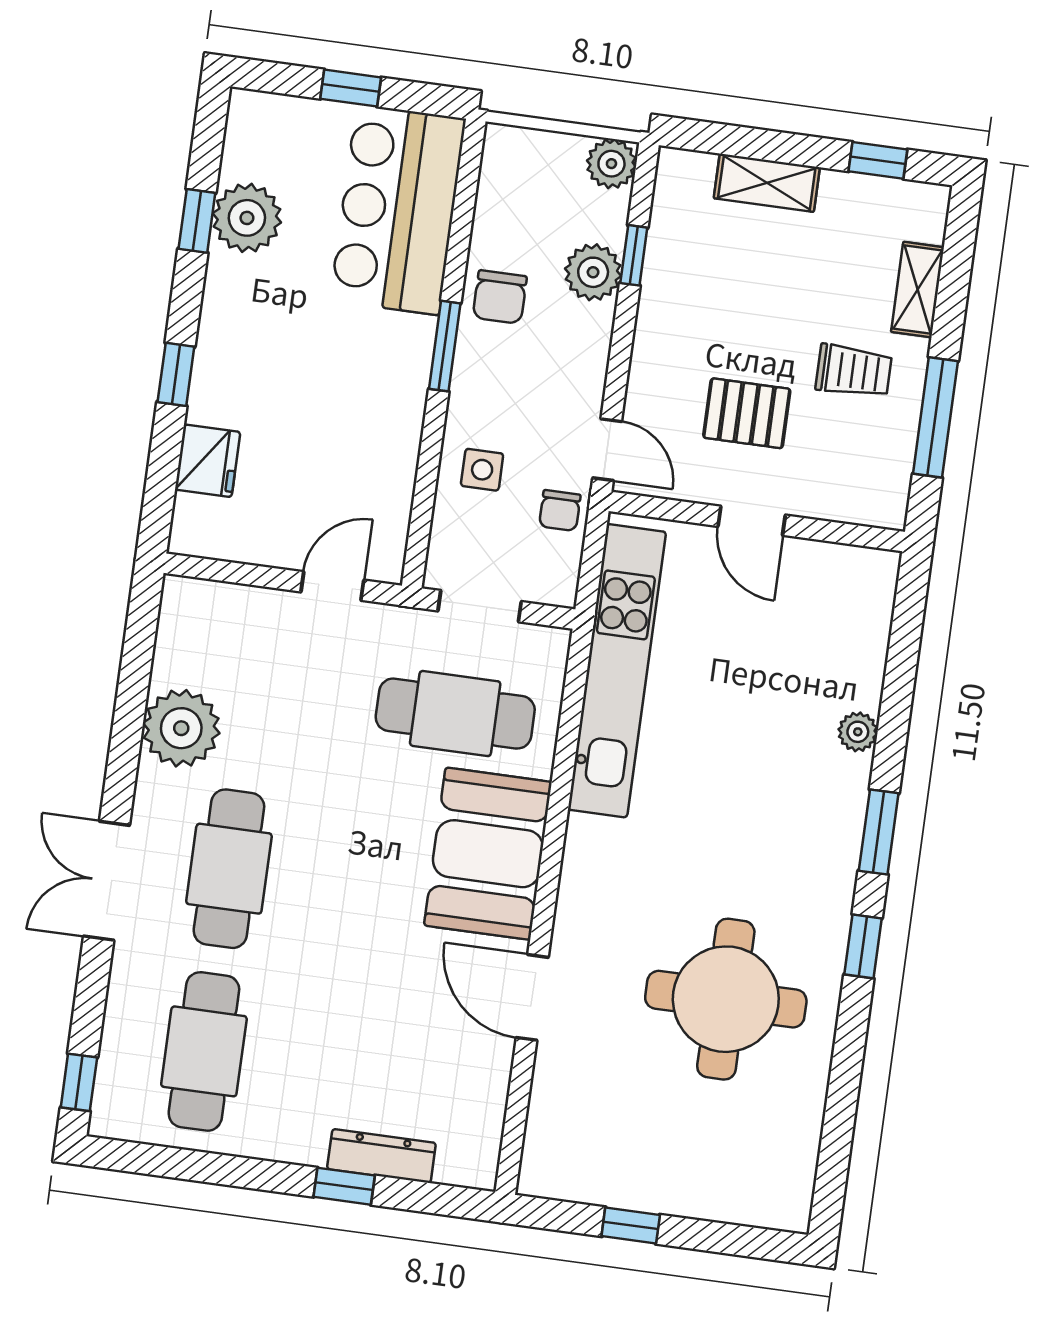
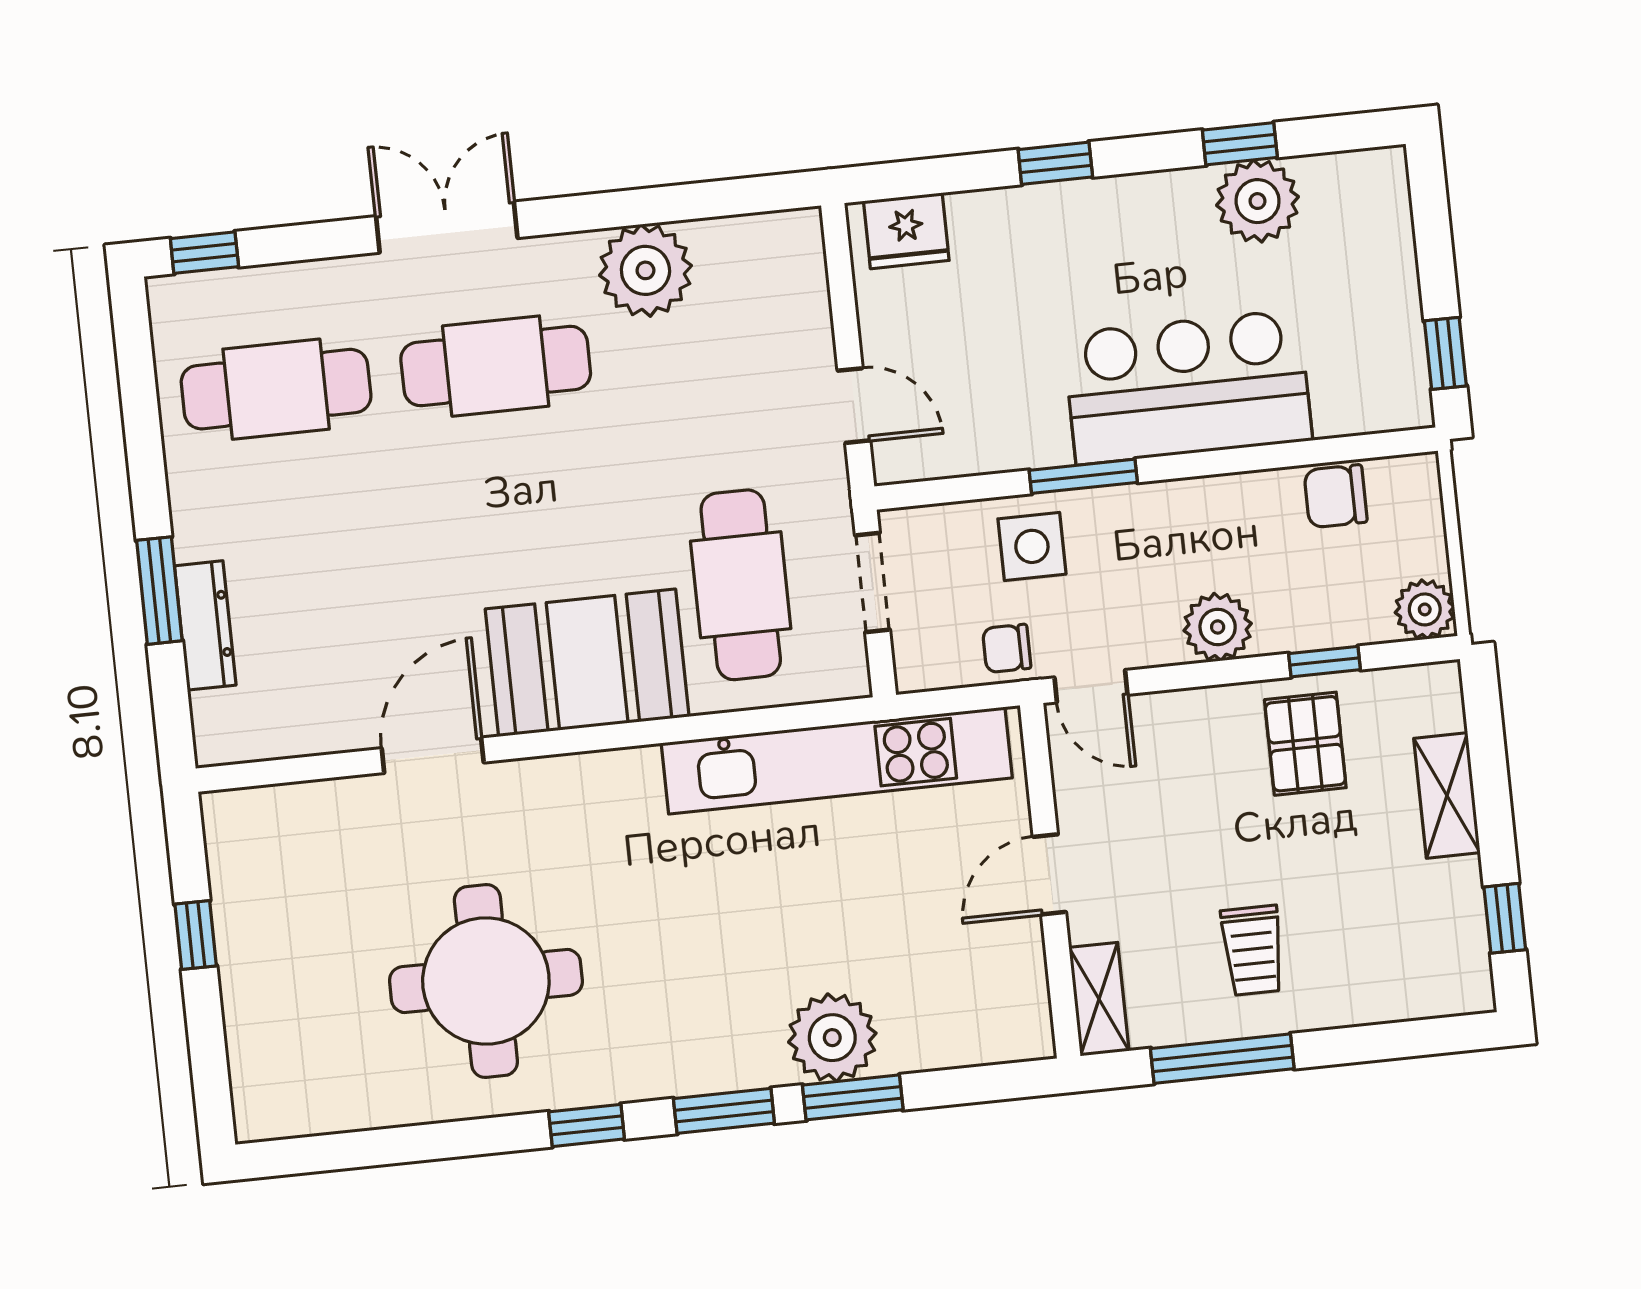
window: (351, 88) -> (1445, 353), moved
bar counter: (398, 210) -> (1188, 387), moved
plant: (593, 272) -> (1218, 627), moved
shelving: (918, 290) -> (1099, 999), moved, turned 90
chair: (500, 297) -> (1336, 496), moved
window: (445, 346) -> (1083, 476), moved
pallet: (747, 413) -> (1305, 744), moved
door: (607, 450) -> (1091, 686), hinge flipped
fridge: (208, 461) -> (906, 231), moved
side table: (482, 470) -> (1032, 546), width x1.37, depth x1.37
window: (893, 725) -> (853, 1097), added
plant: (858, 732) -> (832, 1038), width x1.87, depth x1.87
window: (344, 1186) -> (159, 591), width x1.50

